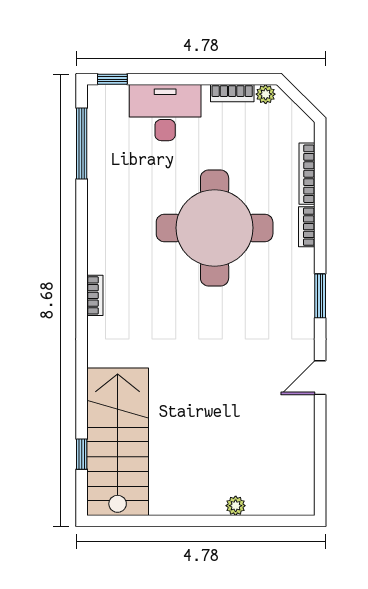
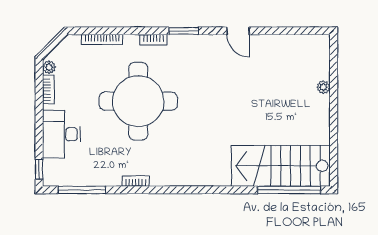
bookcase: (307, 227) -> (153, 40), moved
bookcase: (95, 295) -> (136, 181), moved
window: (82, 454) -> (289, 190), width x3.17

